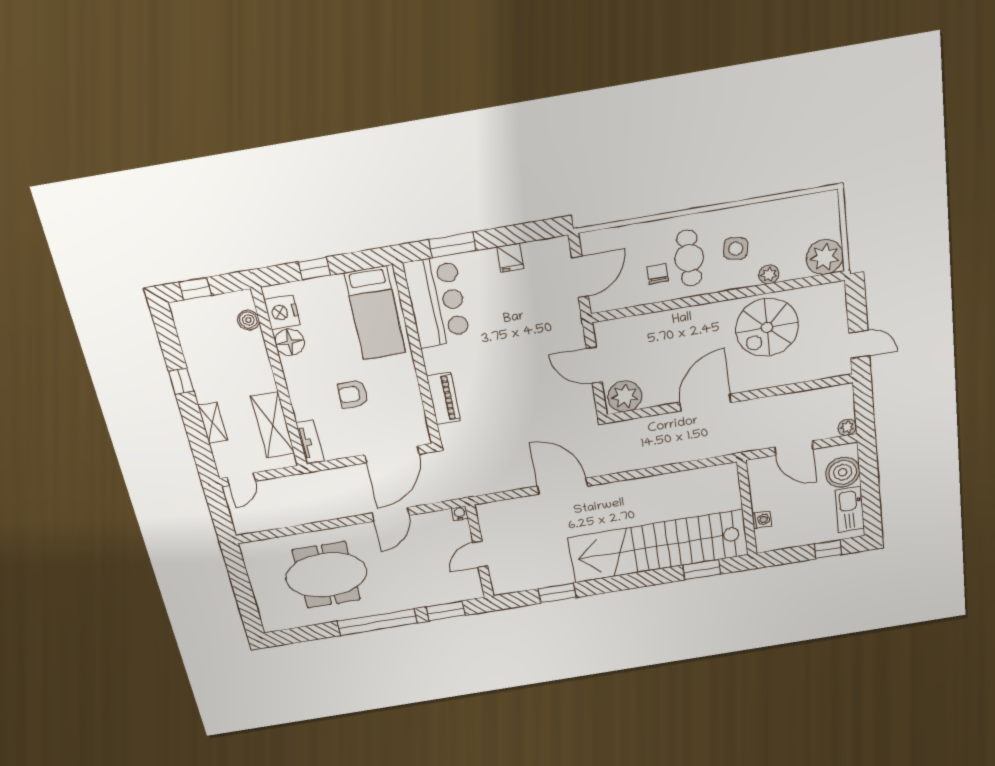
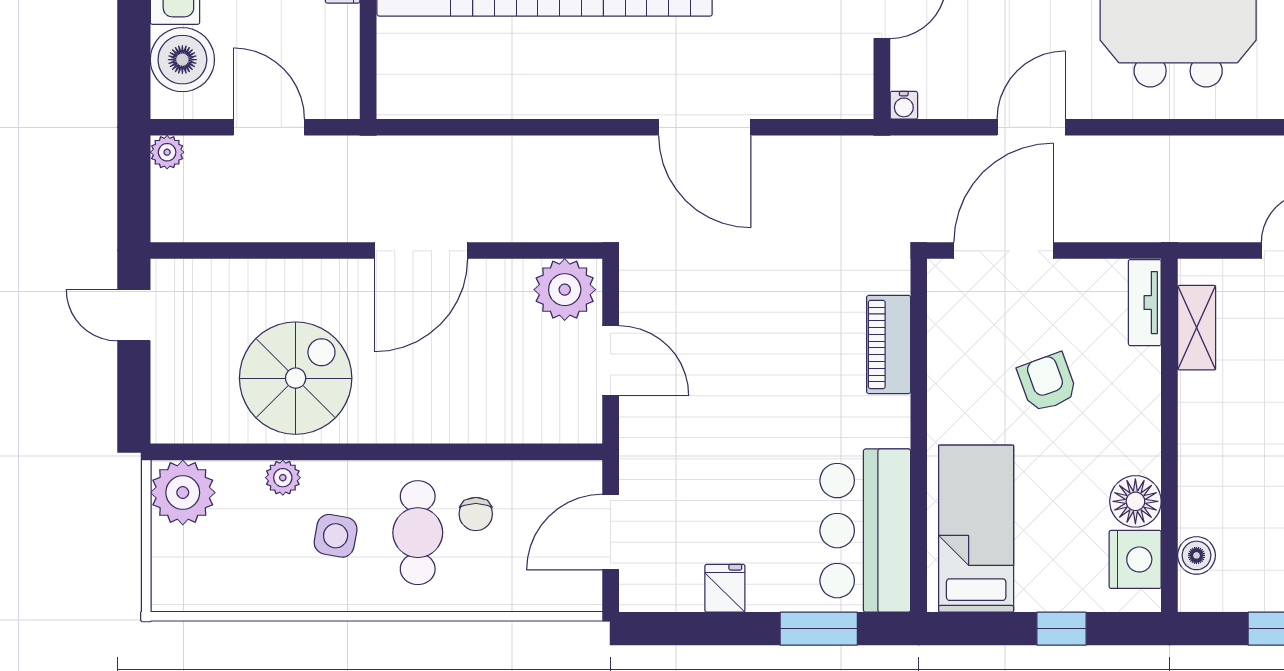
armchair: (353, 394) -> (1047, 382), turned -110
shelving: (273, 425) -> (1197, 328), width x0.67, depth x0.75

